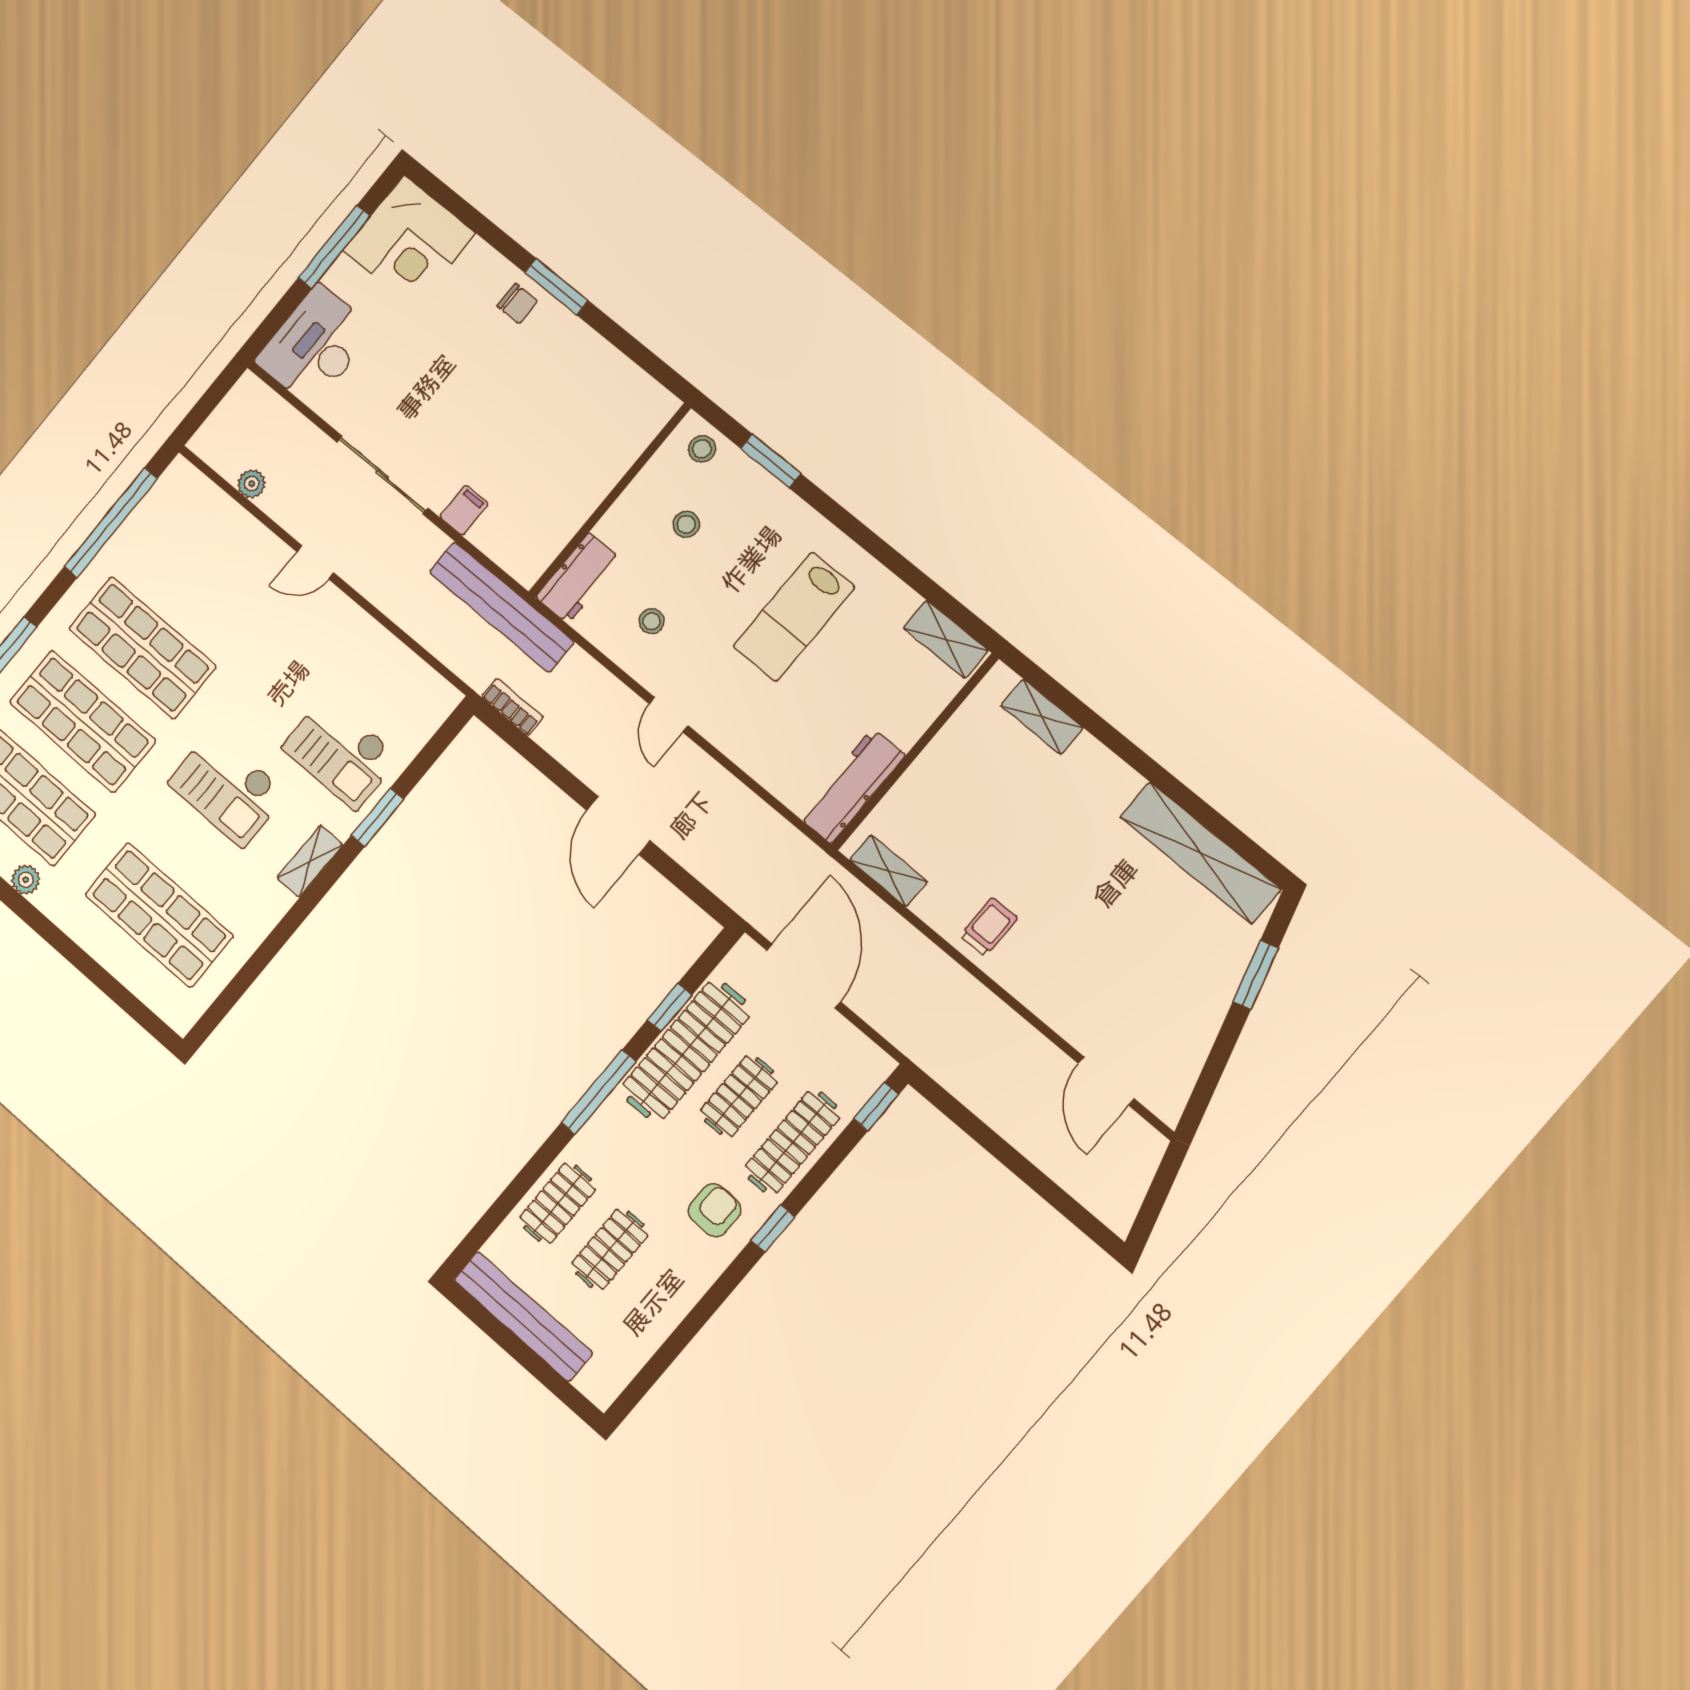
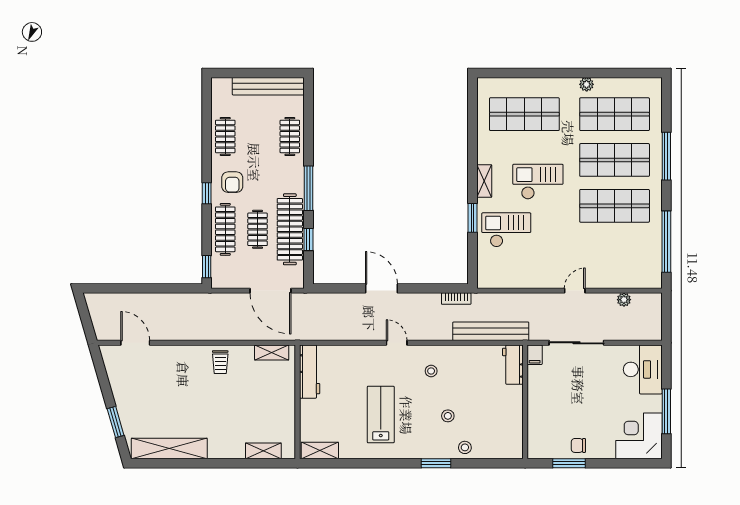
wall: (610, 500) -> (525, 402), moved
workbench: (578, 578) -> (513, 365), moved
clothes rail: (610, 1249) -> (225, 136), moved

